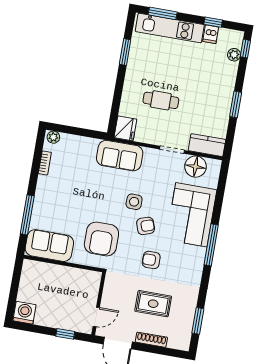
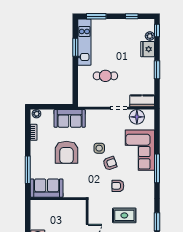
kitchen unit: (170, 28) -> (84, 42), moved, turned -90
dishwasher: (211, 34) -> (131, 25), removed
fridge: (125, 128) -> (148, 49), moved, turned 180
sofa: (120, 156) -> (70, 118), moved
armchair: (101, 239) -> (66, 152), moved

